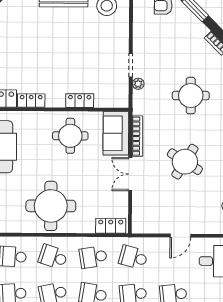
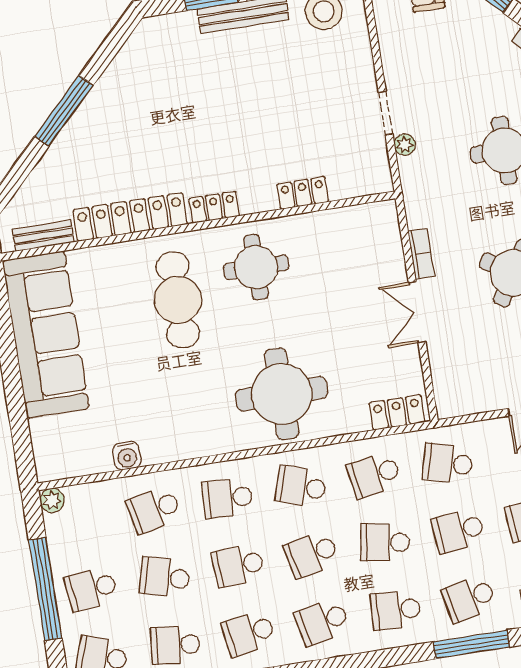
sofa: (116, 133) -> (379, 242), removed
round table: (70, 136) -> (256, 267), moved
bookcase: (137, 136) -> (421, 254), width x0.64

